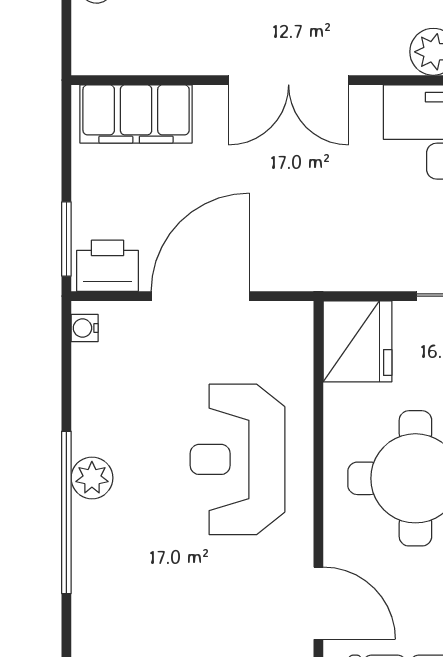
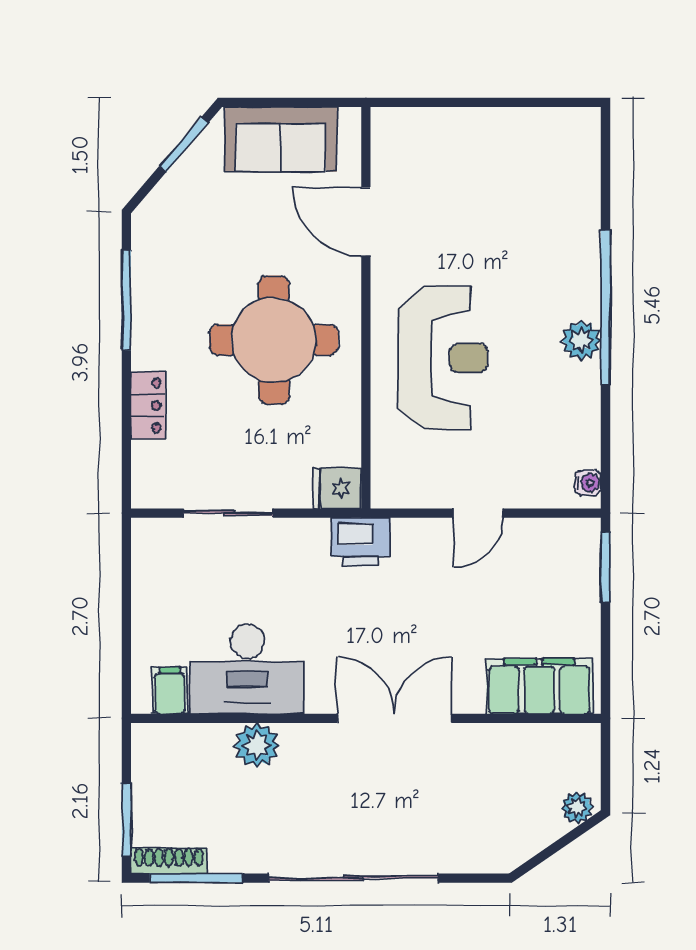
printer: (107, 266) -> (361, 542), moved
door: (200, 296) -> (478, 513), width x0.53
fridge: (357, 341) -> (337, 488), width x0.53, depth x0.75

